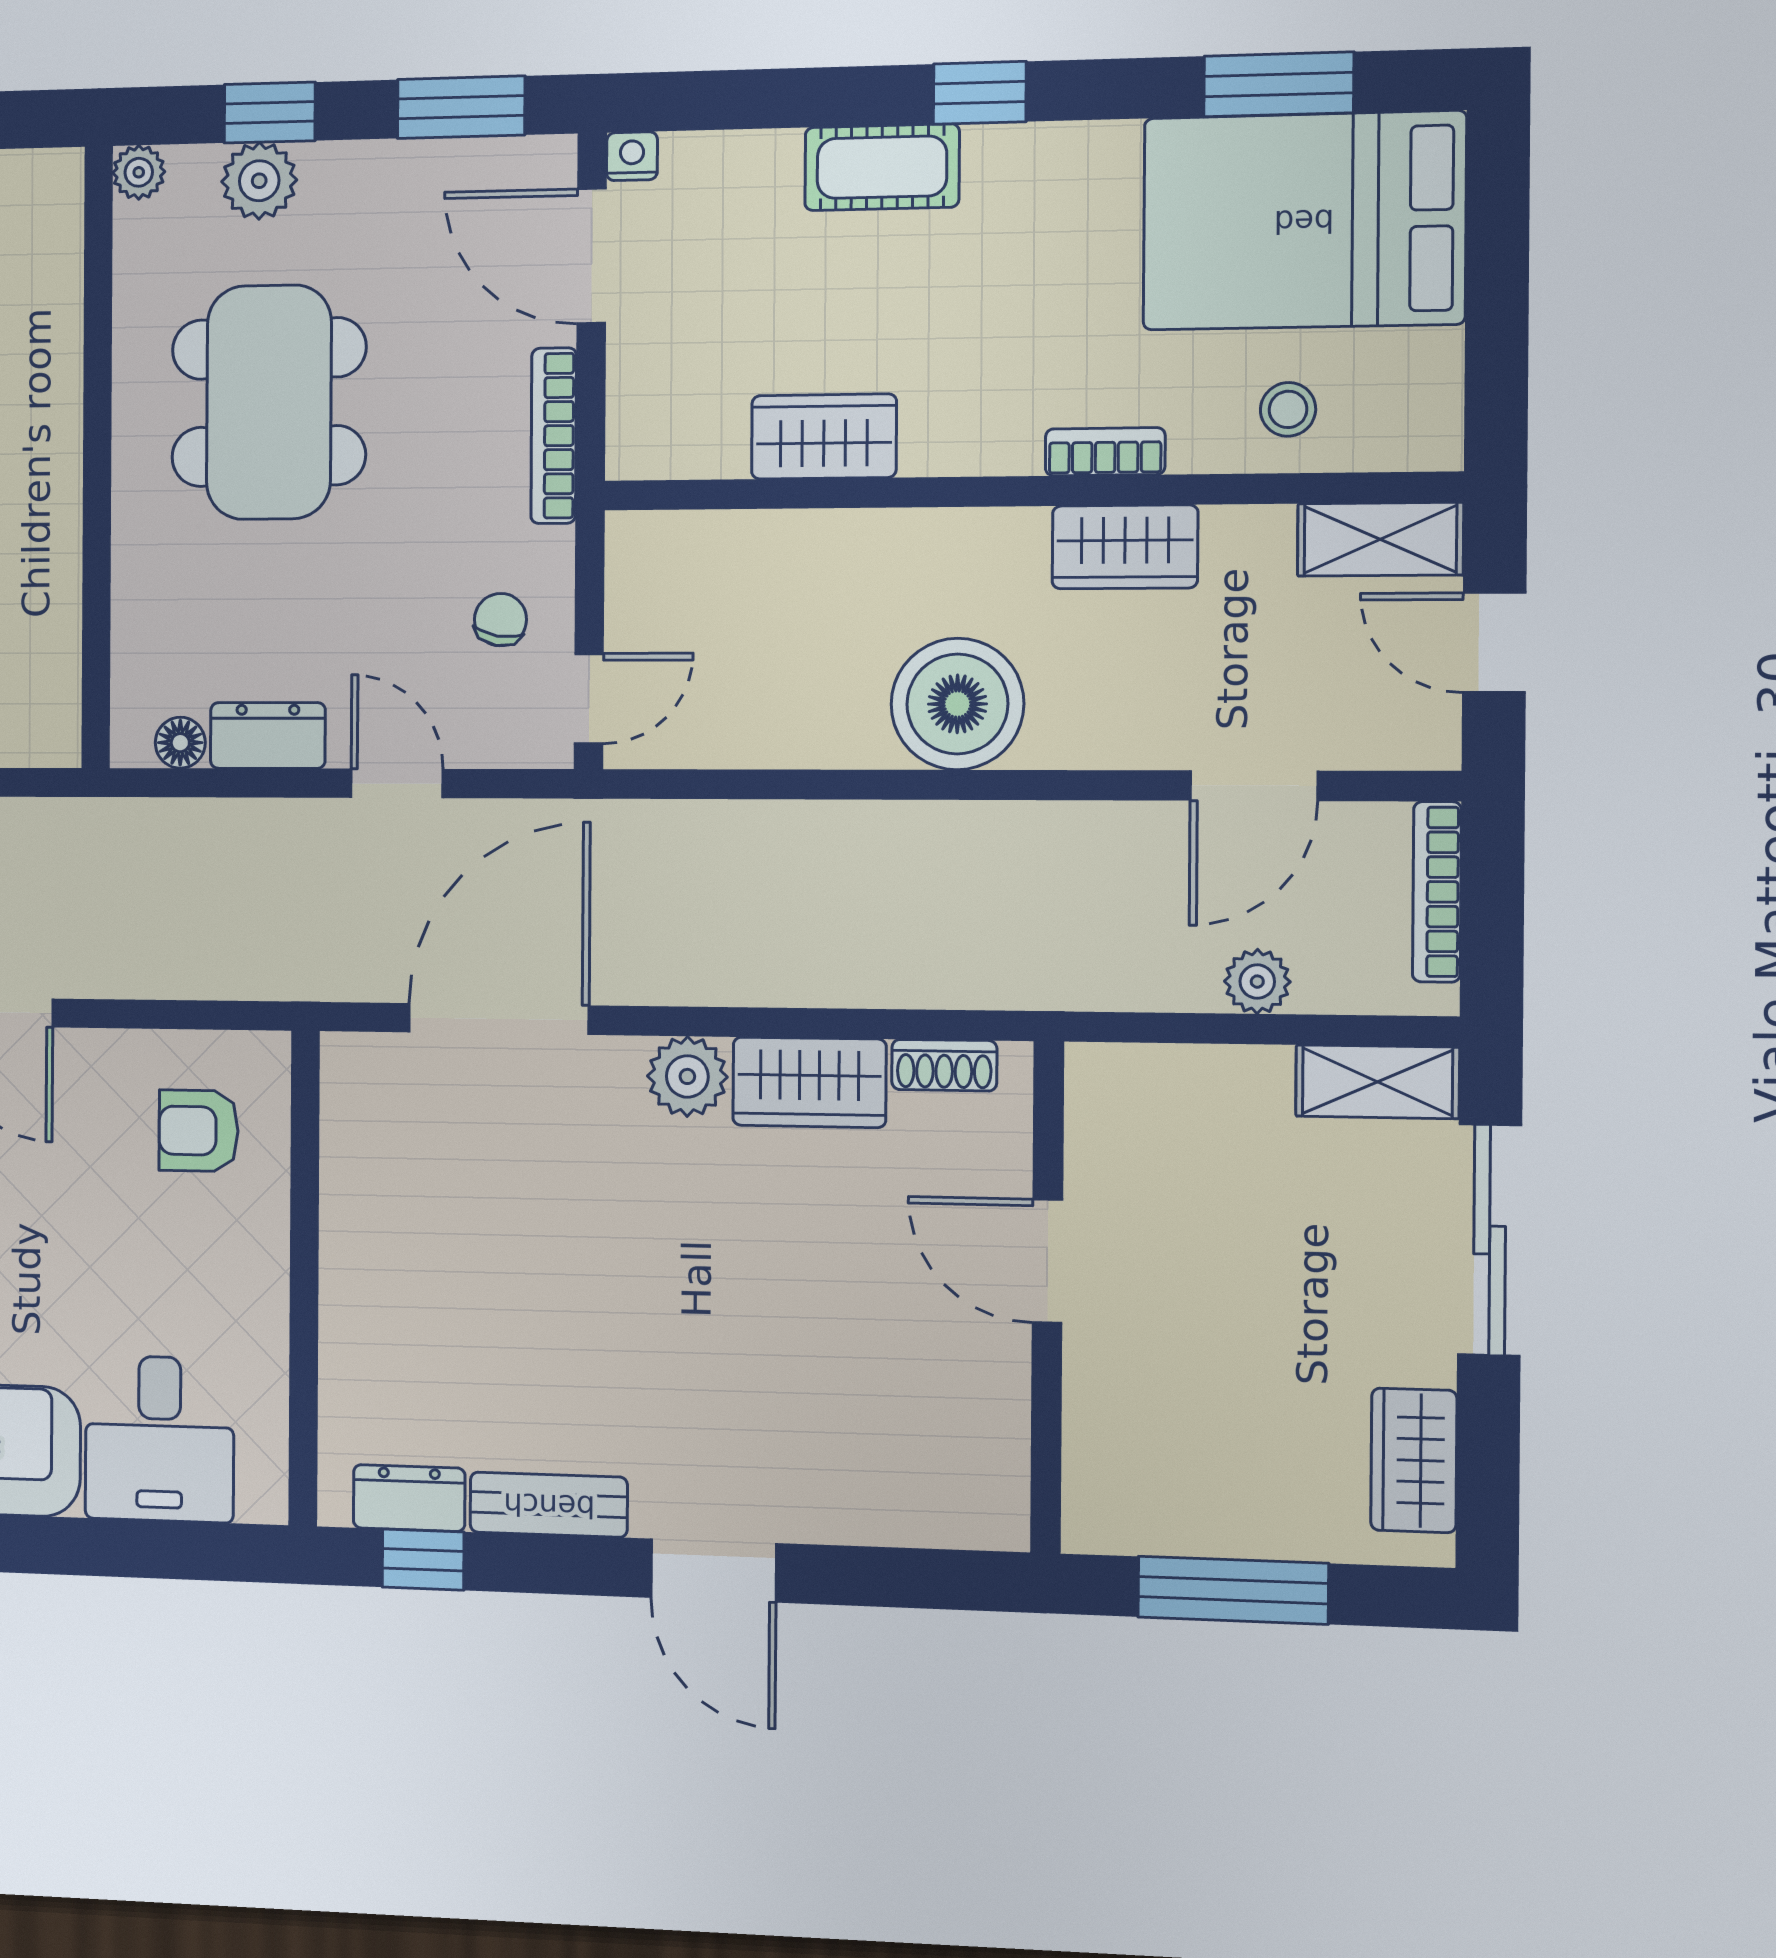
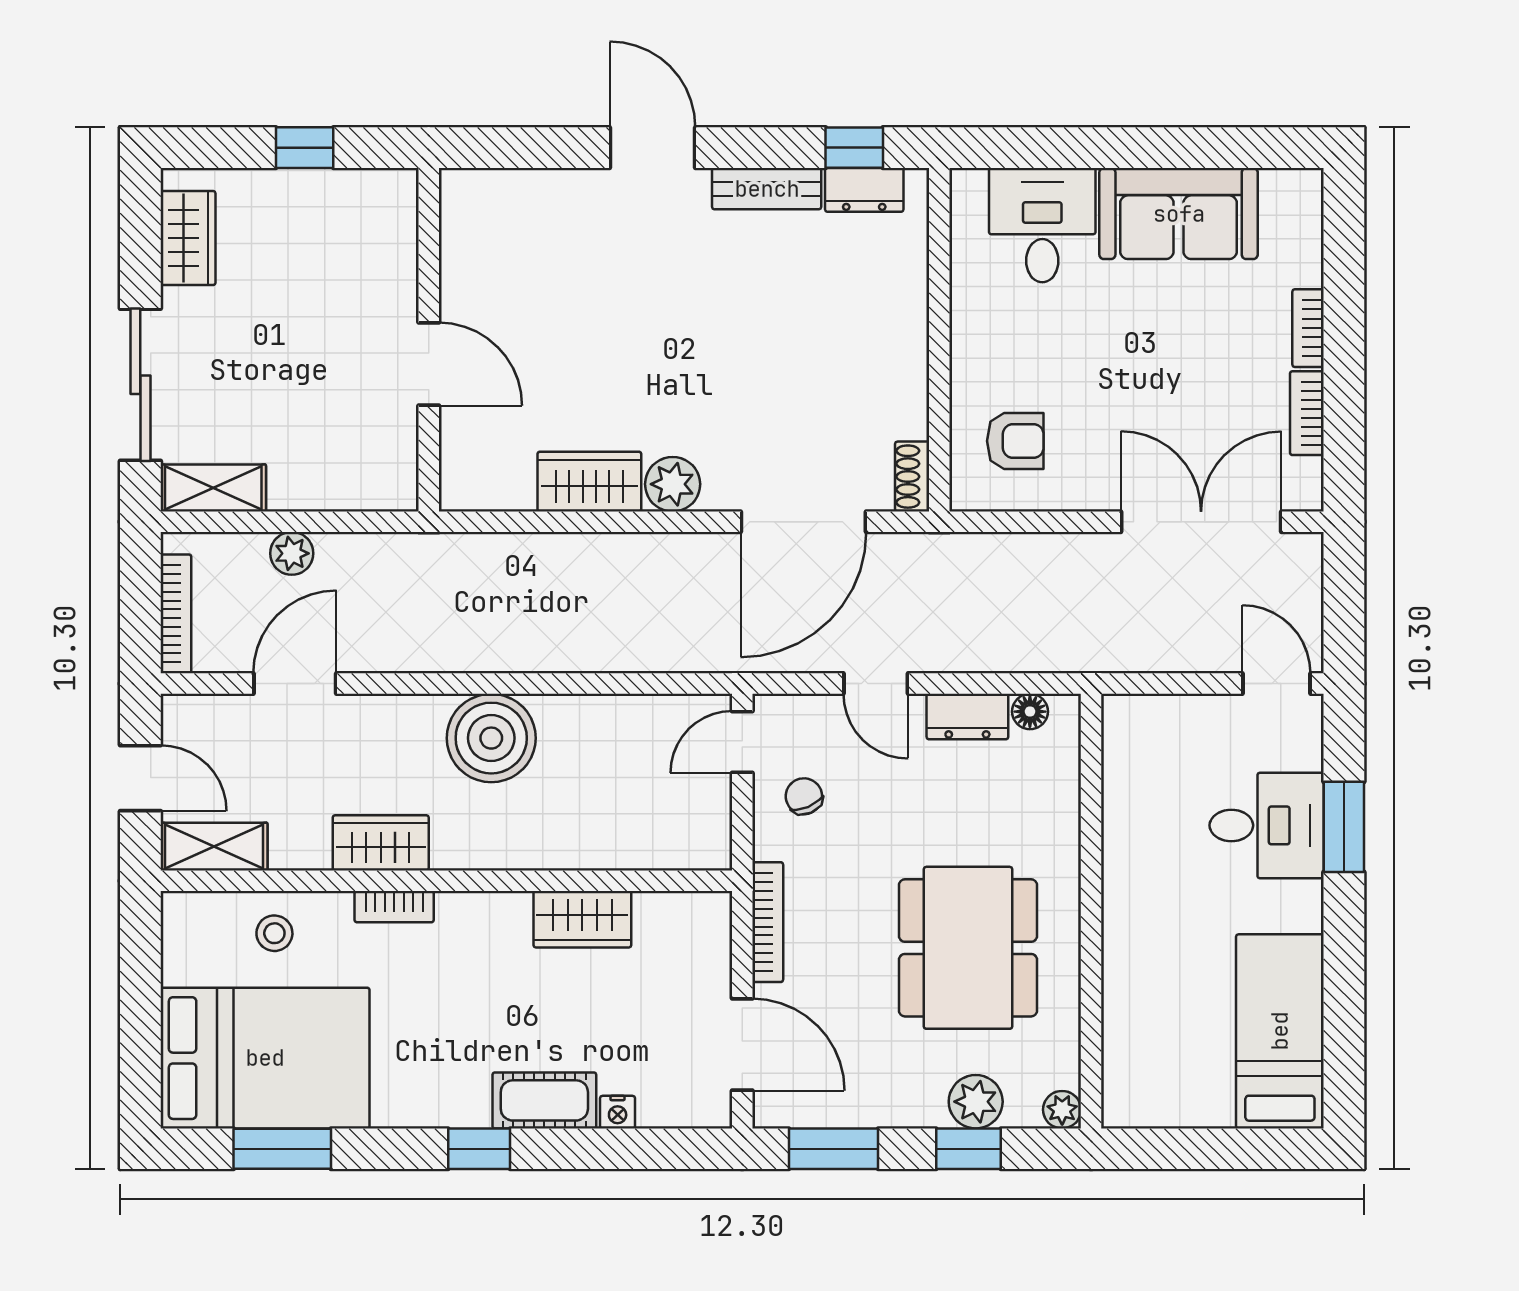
nightstand: (632, 156) -> (618, 1112), moved
chair: (500, 620) -> (804, 796), turned 147
shoe rack: (944, 1065) -> (912, 477), moved, turned -90
window: (1233, 1590) -> (305, 148), width x0.46

